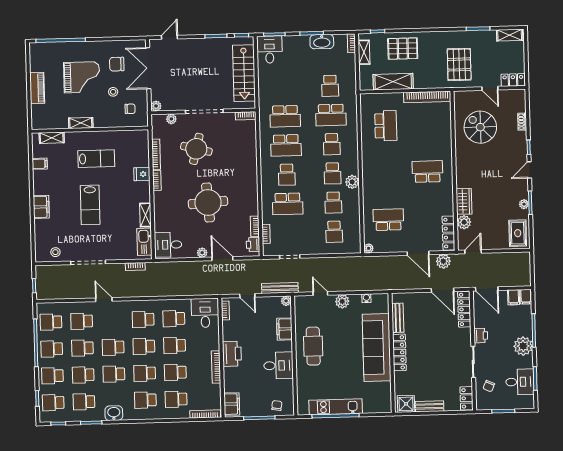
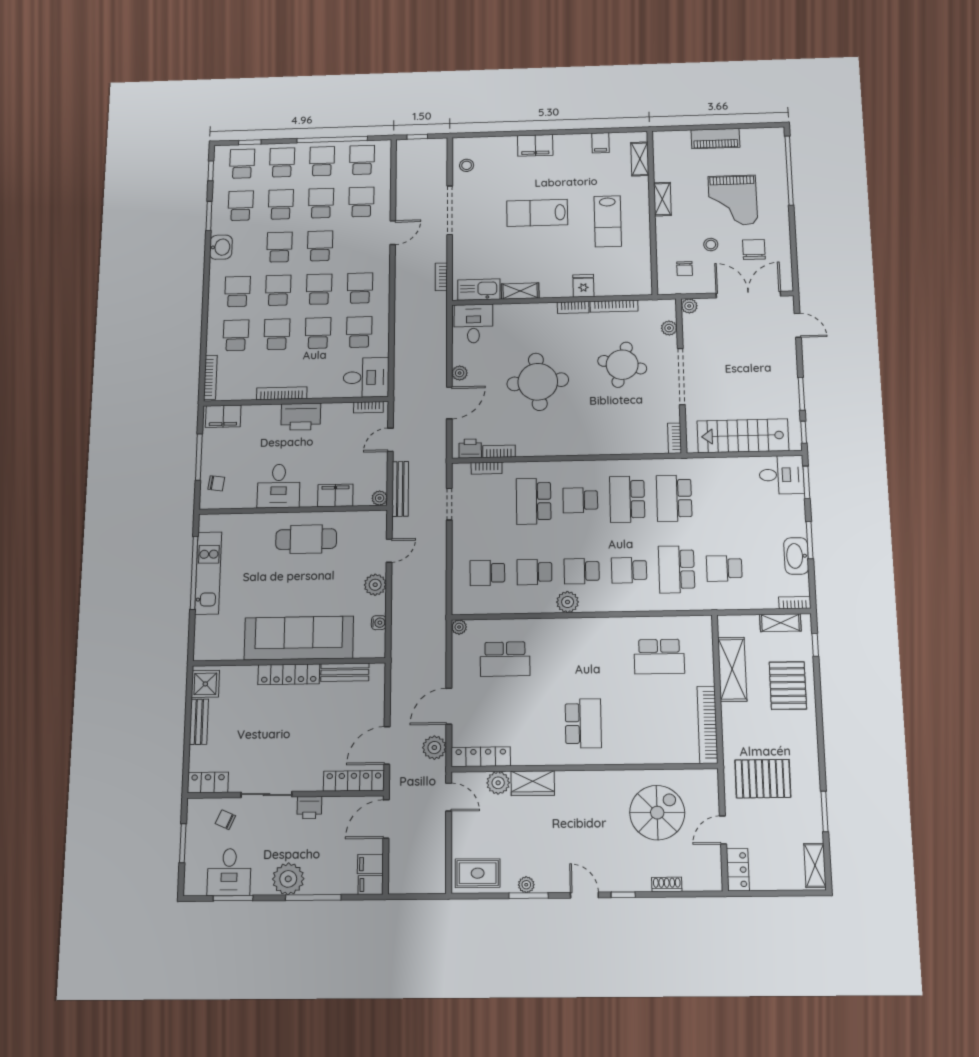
school desk: (388, 220) -> (505, 659), turned 90

